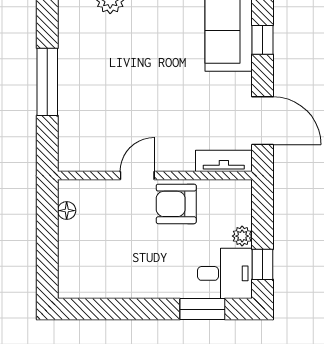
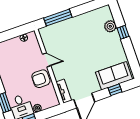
window: (47, 82) -> (58, 18), moved
armchair: (176, 204) -> (41, 79), turned -90

